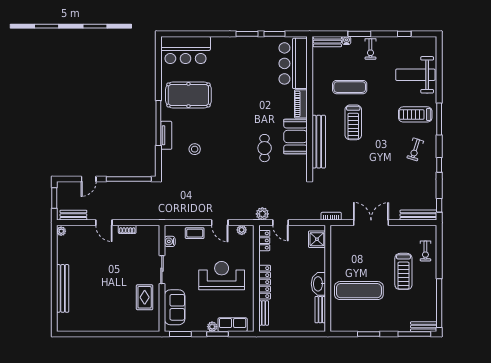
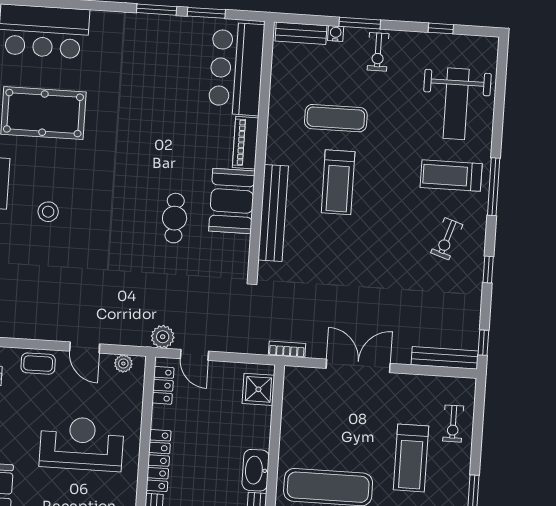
weight bench: (415, 75) -> (456, 104), turned -90

